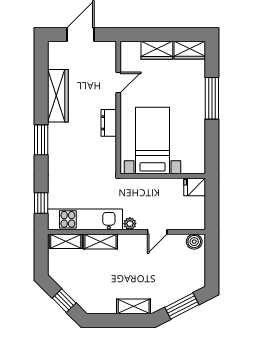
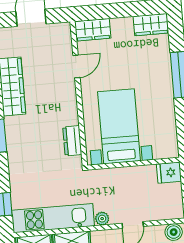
wardrobe: (157, 50) -> (93, 30), moved
dresser: (109, 123) -> (72, 141), moved

